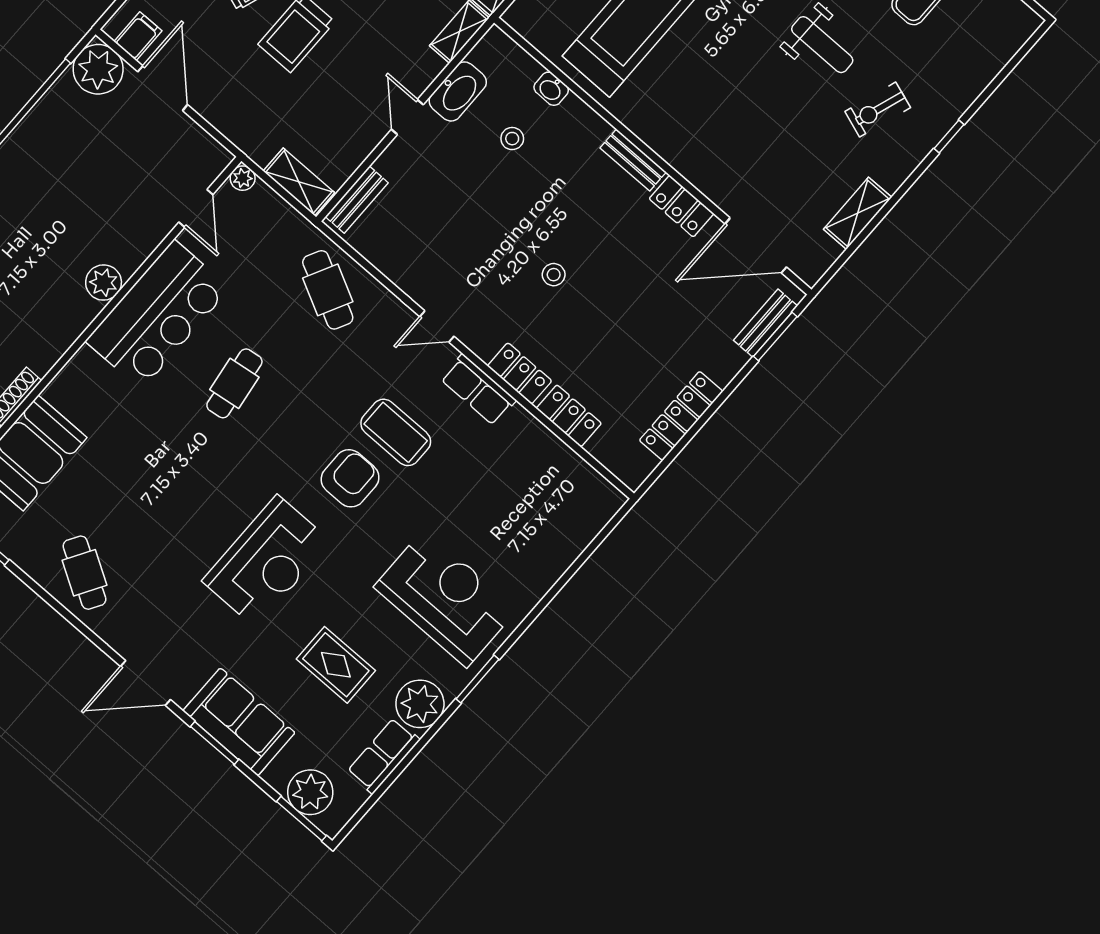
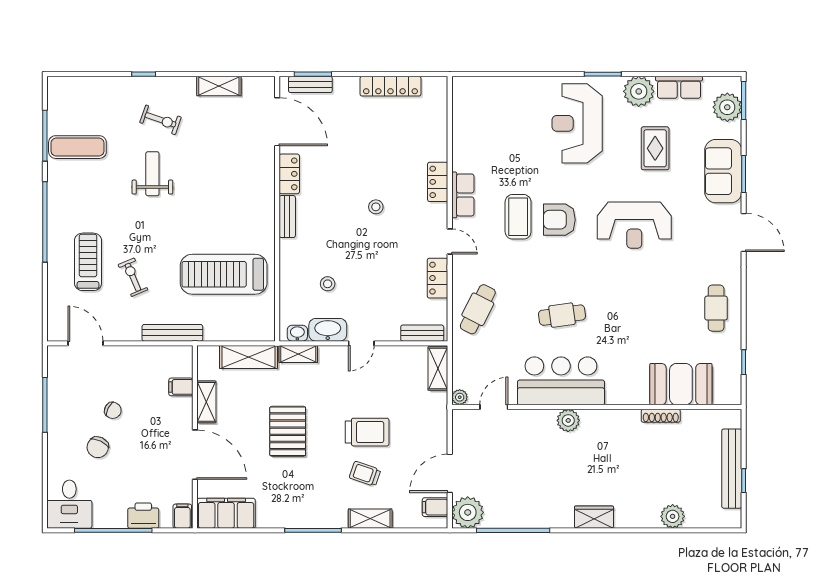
washbasin: (551, 89) -> (297, 333), moved, turned -90
locker: (569, 416) -> (438, 278), moved
reception desk: (266, 561) -> (634, 225), turned 180
cafe table: (84, 573) -> (716, 308), turned -31

